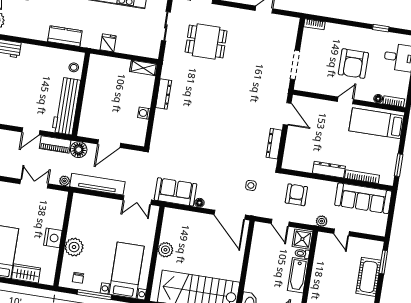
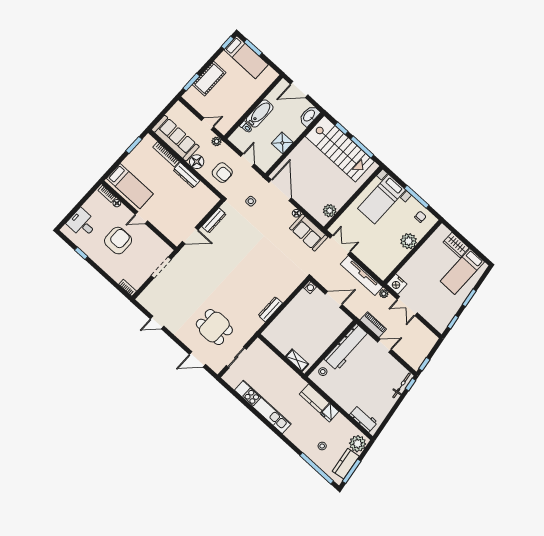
fridge: (108, 43) -> (330, 413), moved
shelving: (144, 68) -> (297, 360), moved
washing machine: (144, 113) -> (310, 287), moved
door: (287, 114) -> (190, 236), swing flipped
floor lamp: (79, 150) -> (197, 162), moved
armchair: (296, 195) -> (222, 173), turned -90
door: (342, 232) -> (207, 124), hinge flipped
nightstand: (53, 238) -> (397, 284), moved, turned -90
shower: (302, 239) -> (282, 143), moved
plant: (165, 250) -> (330, 211), moved

